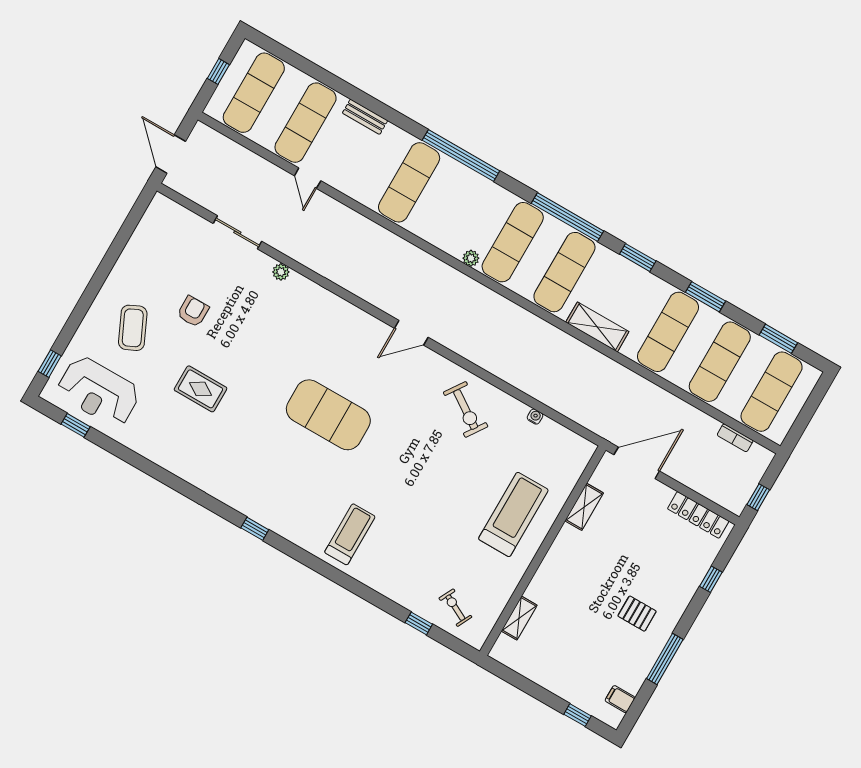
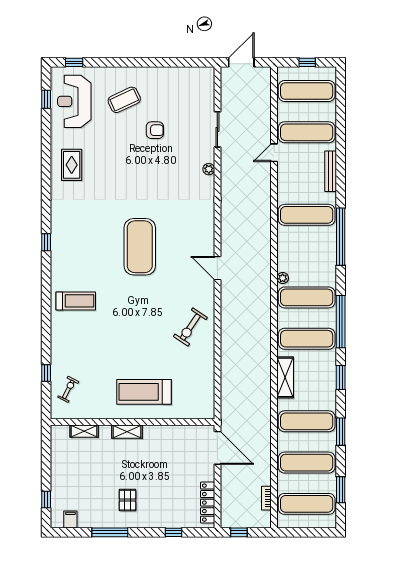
bench: (365, 117) -> (331, 171), width x1.36
rug: (201, 389) -> (72, 165), moved
water cooler: (535, 417) -> (210, 371), removed
shelving: (584, 507) -> (127, 432), moved
treadmill: (513, 514) -> (144, 392), turned 180

